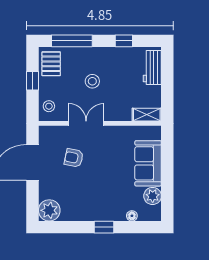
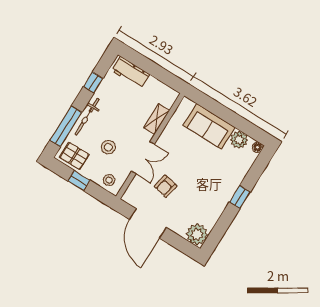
bicycle: (91, 54) -> (87, 117), added
stool: (92, 81) -> (108, 147), moved
shelving: (147, 115) -> (157, 119), moved
double door: (86, 123) -> (143, 158), swing flipped
floor lamp: (132, 216) -> (257, 147), moved

